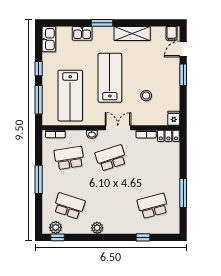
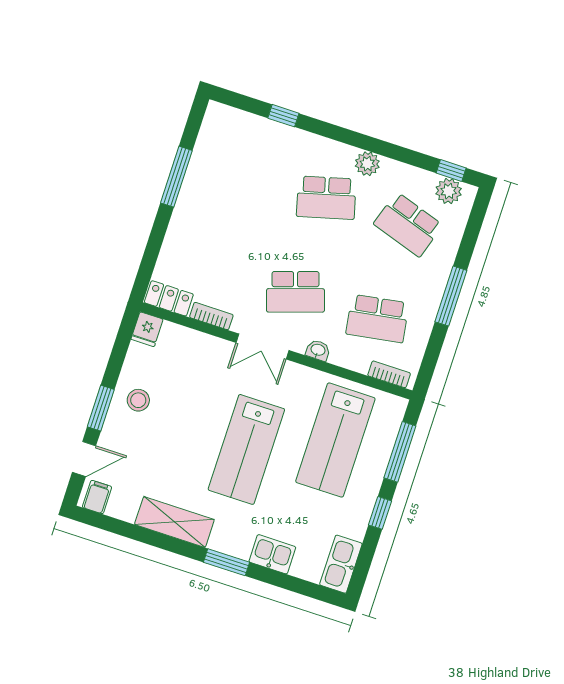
lab bench: (70, 96) -> (335, 440), turned 180
stool: (146, 96) -> (138, 400), moved
school desk: (153, 206) -> (326, 198), moved

